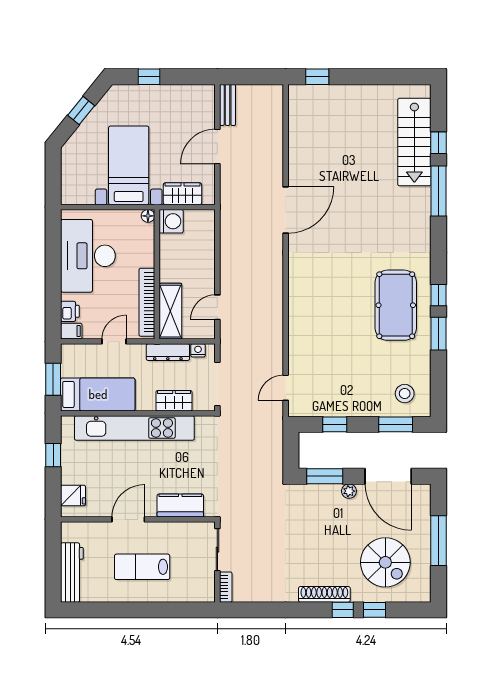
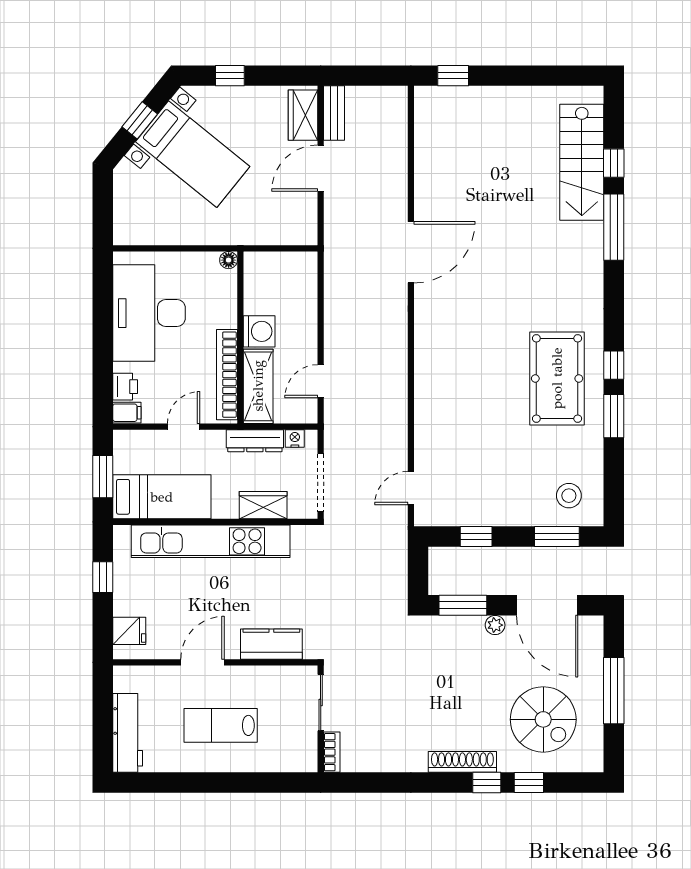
bed with nightstands: (129, 165) -> (193, 154), moved, turned 129
wardrobe: (182, 194) -> (303, 115), moved, turned -90
washing machine: (171, 221) -> (259, 331), moved

